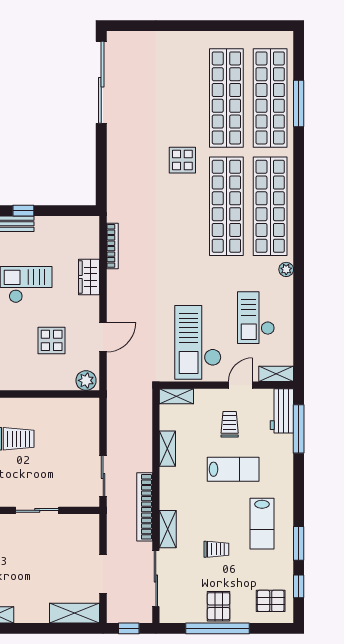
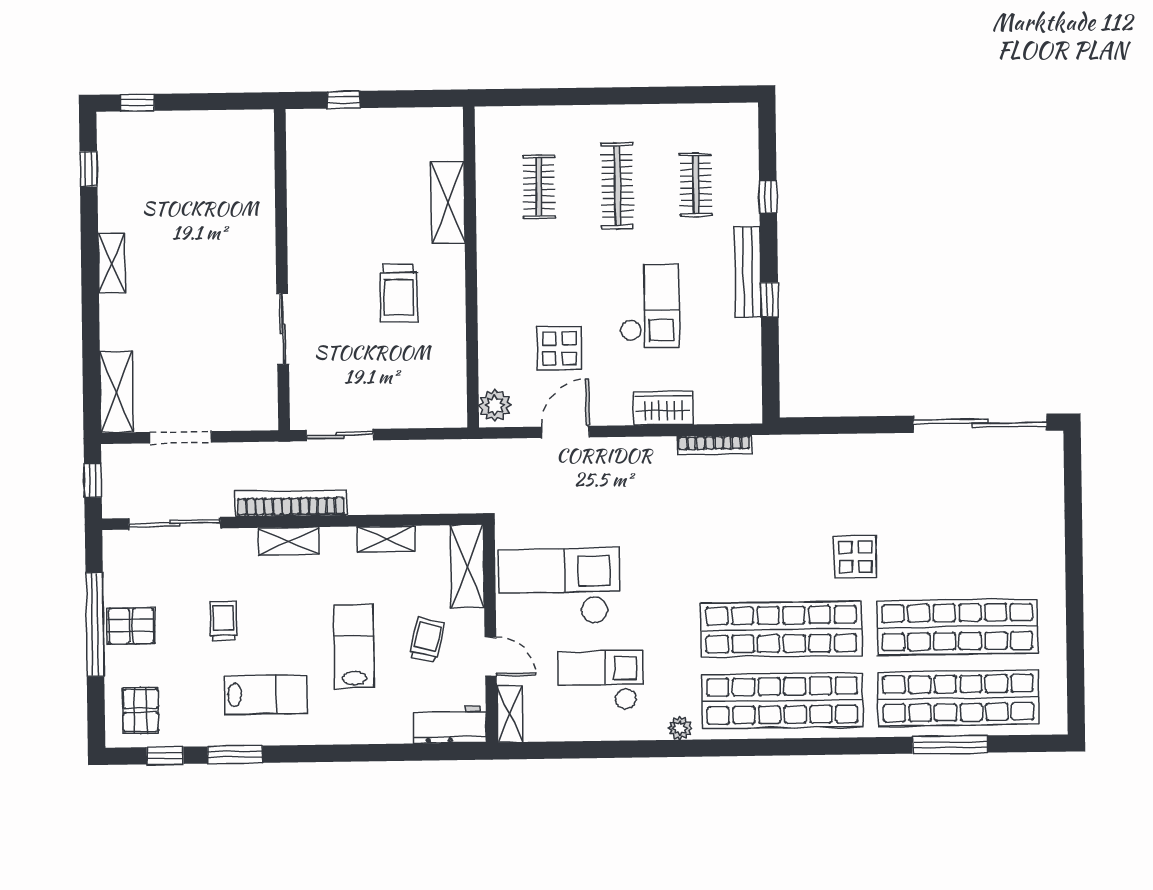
door: (103, 337) -> (565, 432), swing flipped
shelving: (176, 396) -> (467, 566), width x1.50, depth x1.33
trolley: (230, 424) -> (427, 640), turned -76
window: (299, 429) -> (421, 752), removed
lab bench: (233, 469) -> (354, 646), turned 180
lab bench: (262, 524) -> (266, 694), turned 180
shelving: (168, 529) -> (289, 541), moved
trolley: (216, 549) -> (224, 621), turned 180

